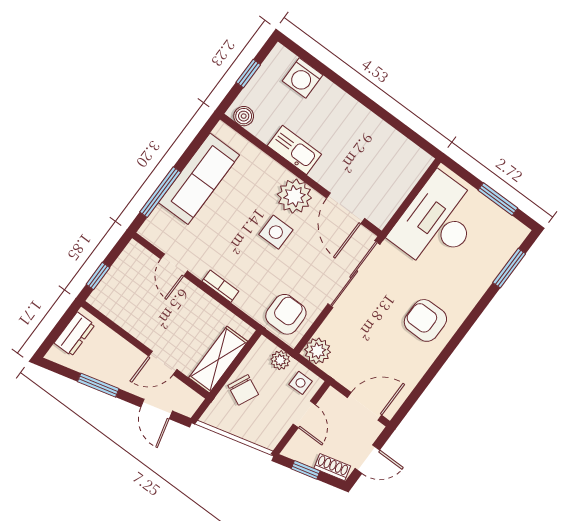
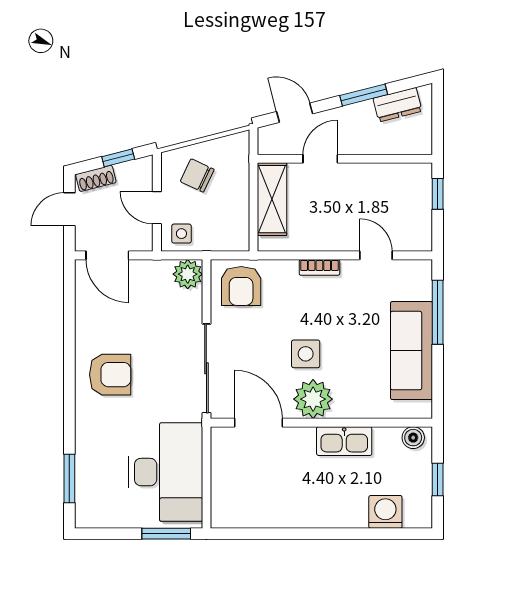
window: (498, 199) -> (166, 534), moved
dresser: (74, 334) -> (398, 105), moved, turned -104
plant: (280, 360) -> (215, 240), removed
chair: (243, 390) -> (197, 175), moved
door: (365, 406) -> (107, 255), hinge flipped

